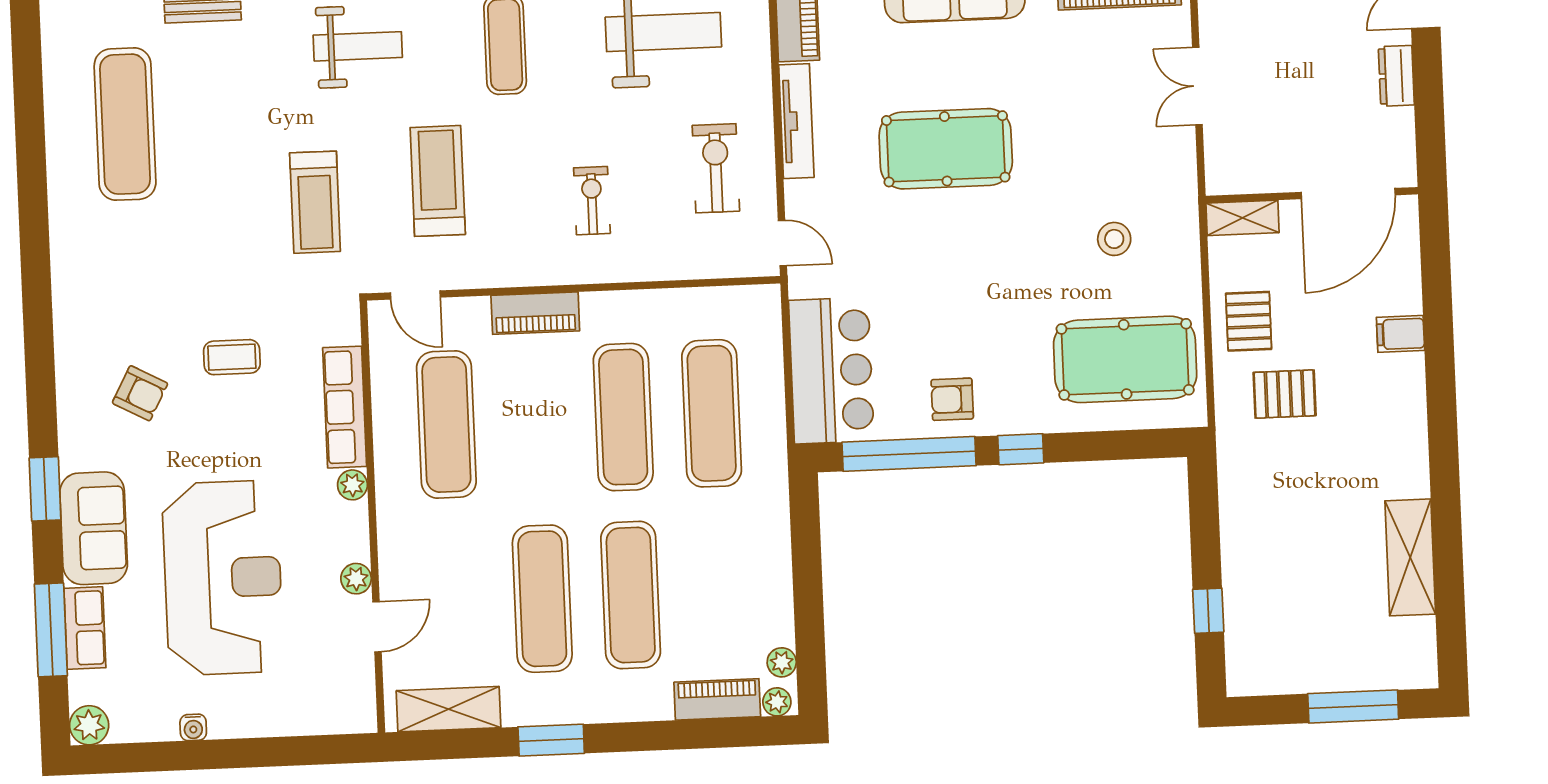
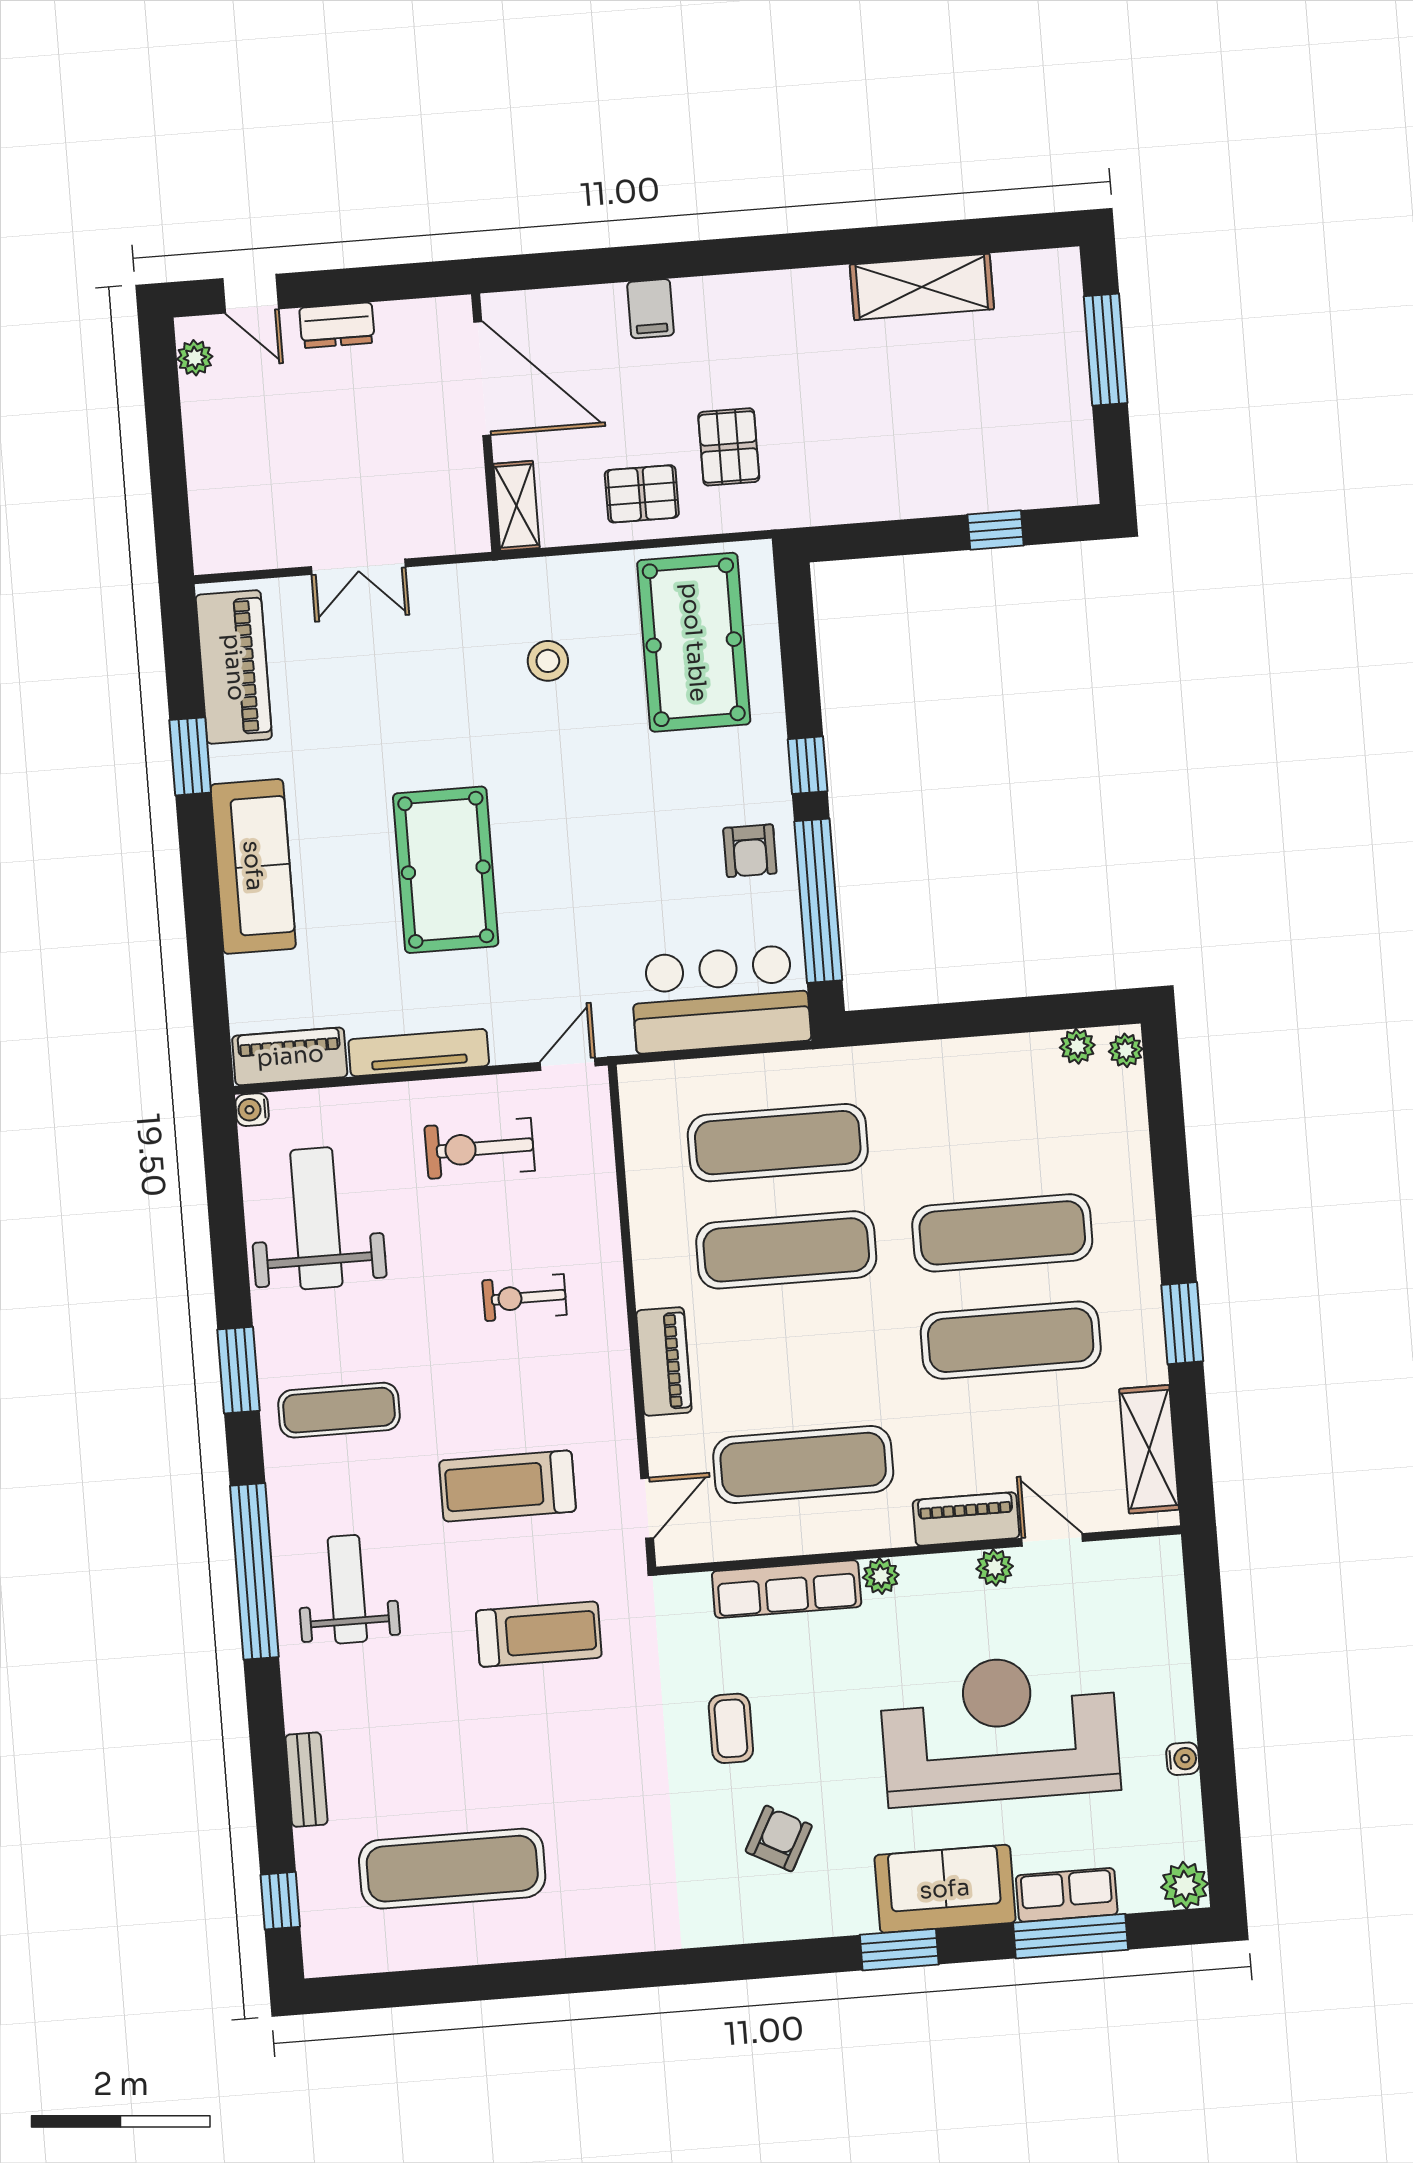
piano: (717, 699) -> (966, 1519), moved, turned 90

